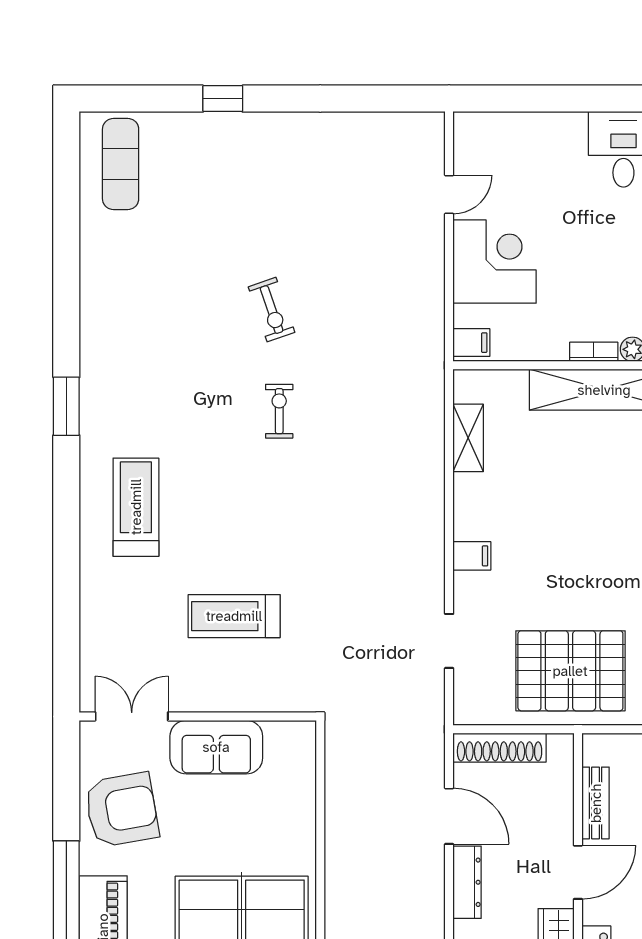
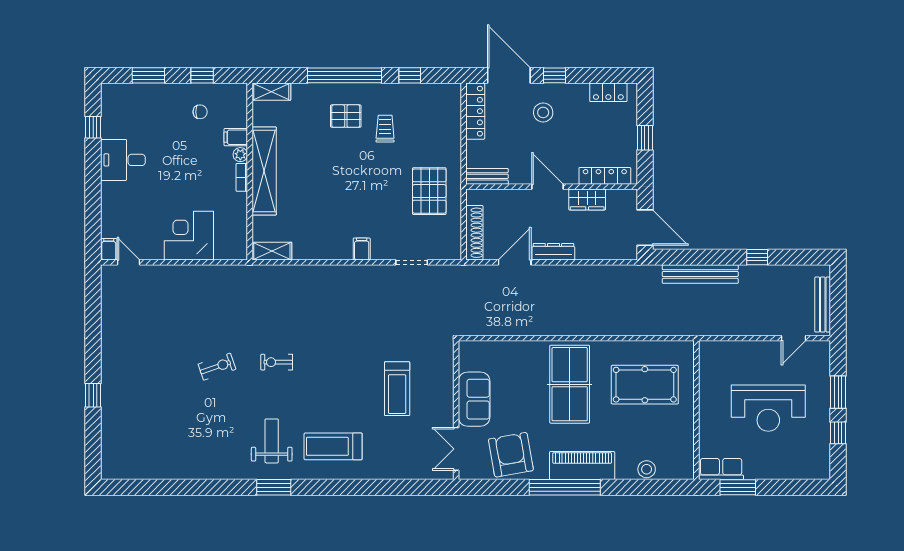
exercise mat: (121, 164) -> (131, 455), removed
door: (449, 195) -> (129, 262), moved
filing cabinet: (471, 343) -> (109, 249), moved
weight bench: (145, 403) -> (272, 441), added
shelving: (468, 438) -> (272, 251), moved
pallet: (570, 671) -> (429, 191), width x0.73, depth x0.71
bench: (596, 803) -> (487, 176), moved

